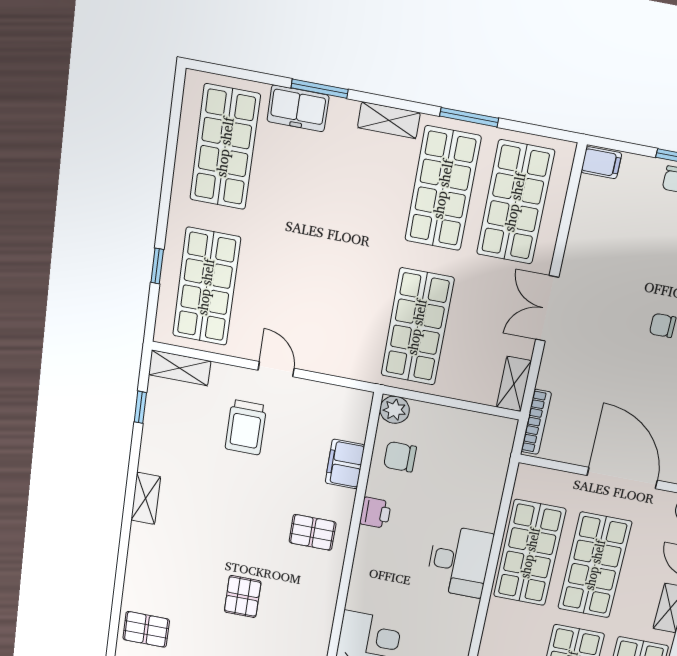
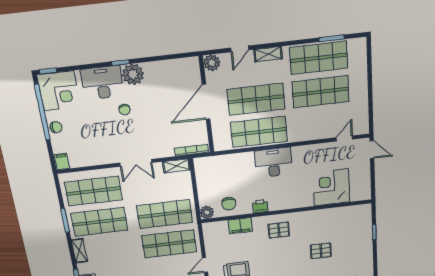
shop shelf: (347, 313) -> (169, 244), added
pallet: (312, 532) -> (279, 230), turned 90

